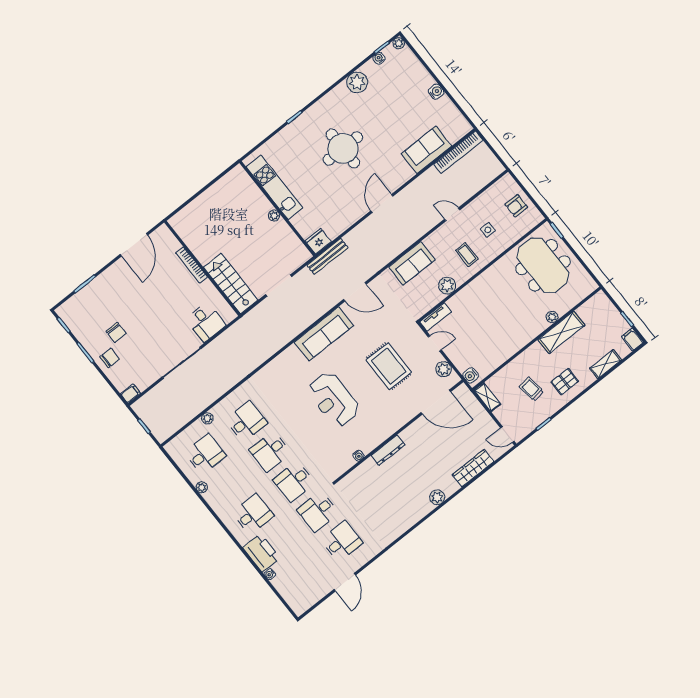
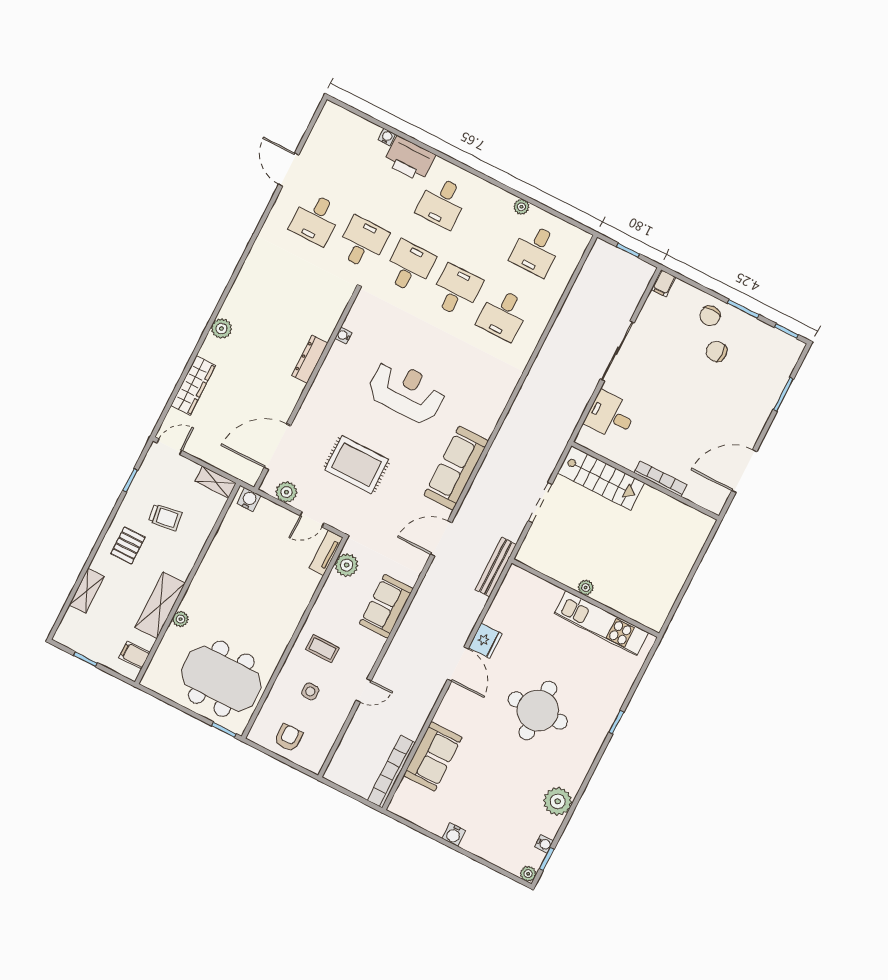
fridge: (318, 241) -> (485, 641), moved
door: (134, 245) -> (744, 471), hinge flipped
plant: (447, 286) -> (347, 565), moved
filing cabinet: (633, 339) -> (134, 655), moved, turned 180
plant: (207, 418) -> (554, 296), removed

